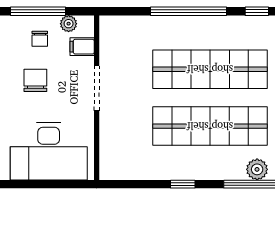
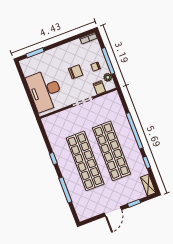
plant: (257, 169) -> (73, 190), removed

